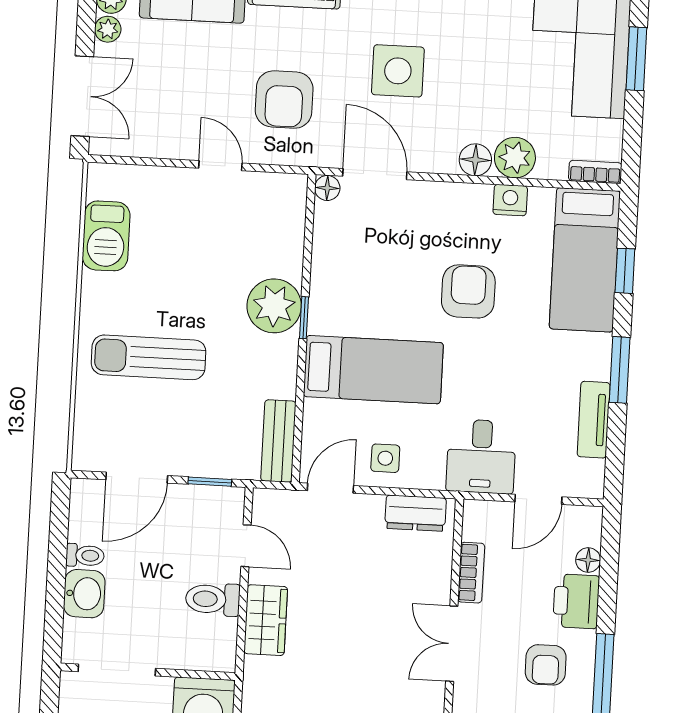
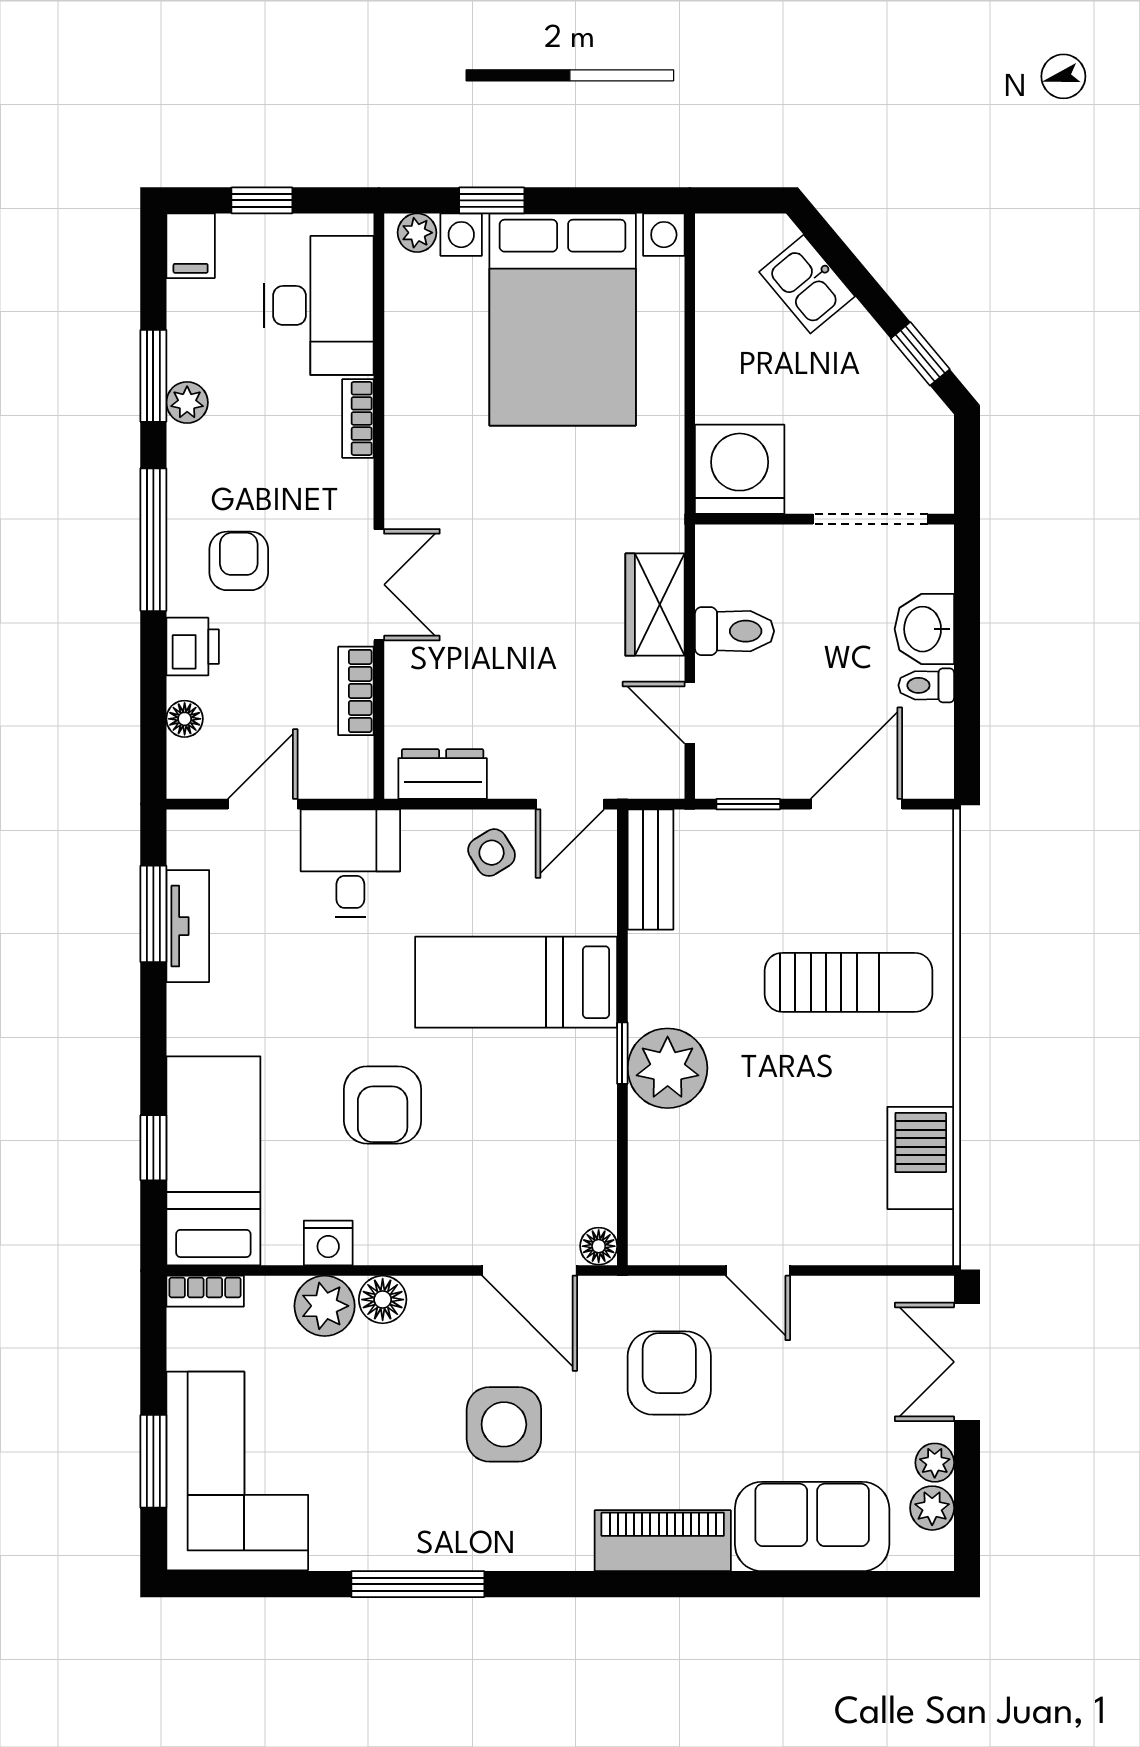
window: (620, 370) -> (153, 914), moved
side table: (385, 458) -> (492, 853), turned -32
printer: (576, 601) -> (193, 647), width x0.73, depth x0.81

